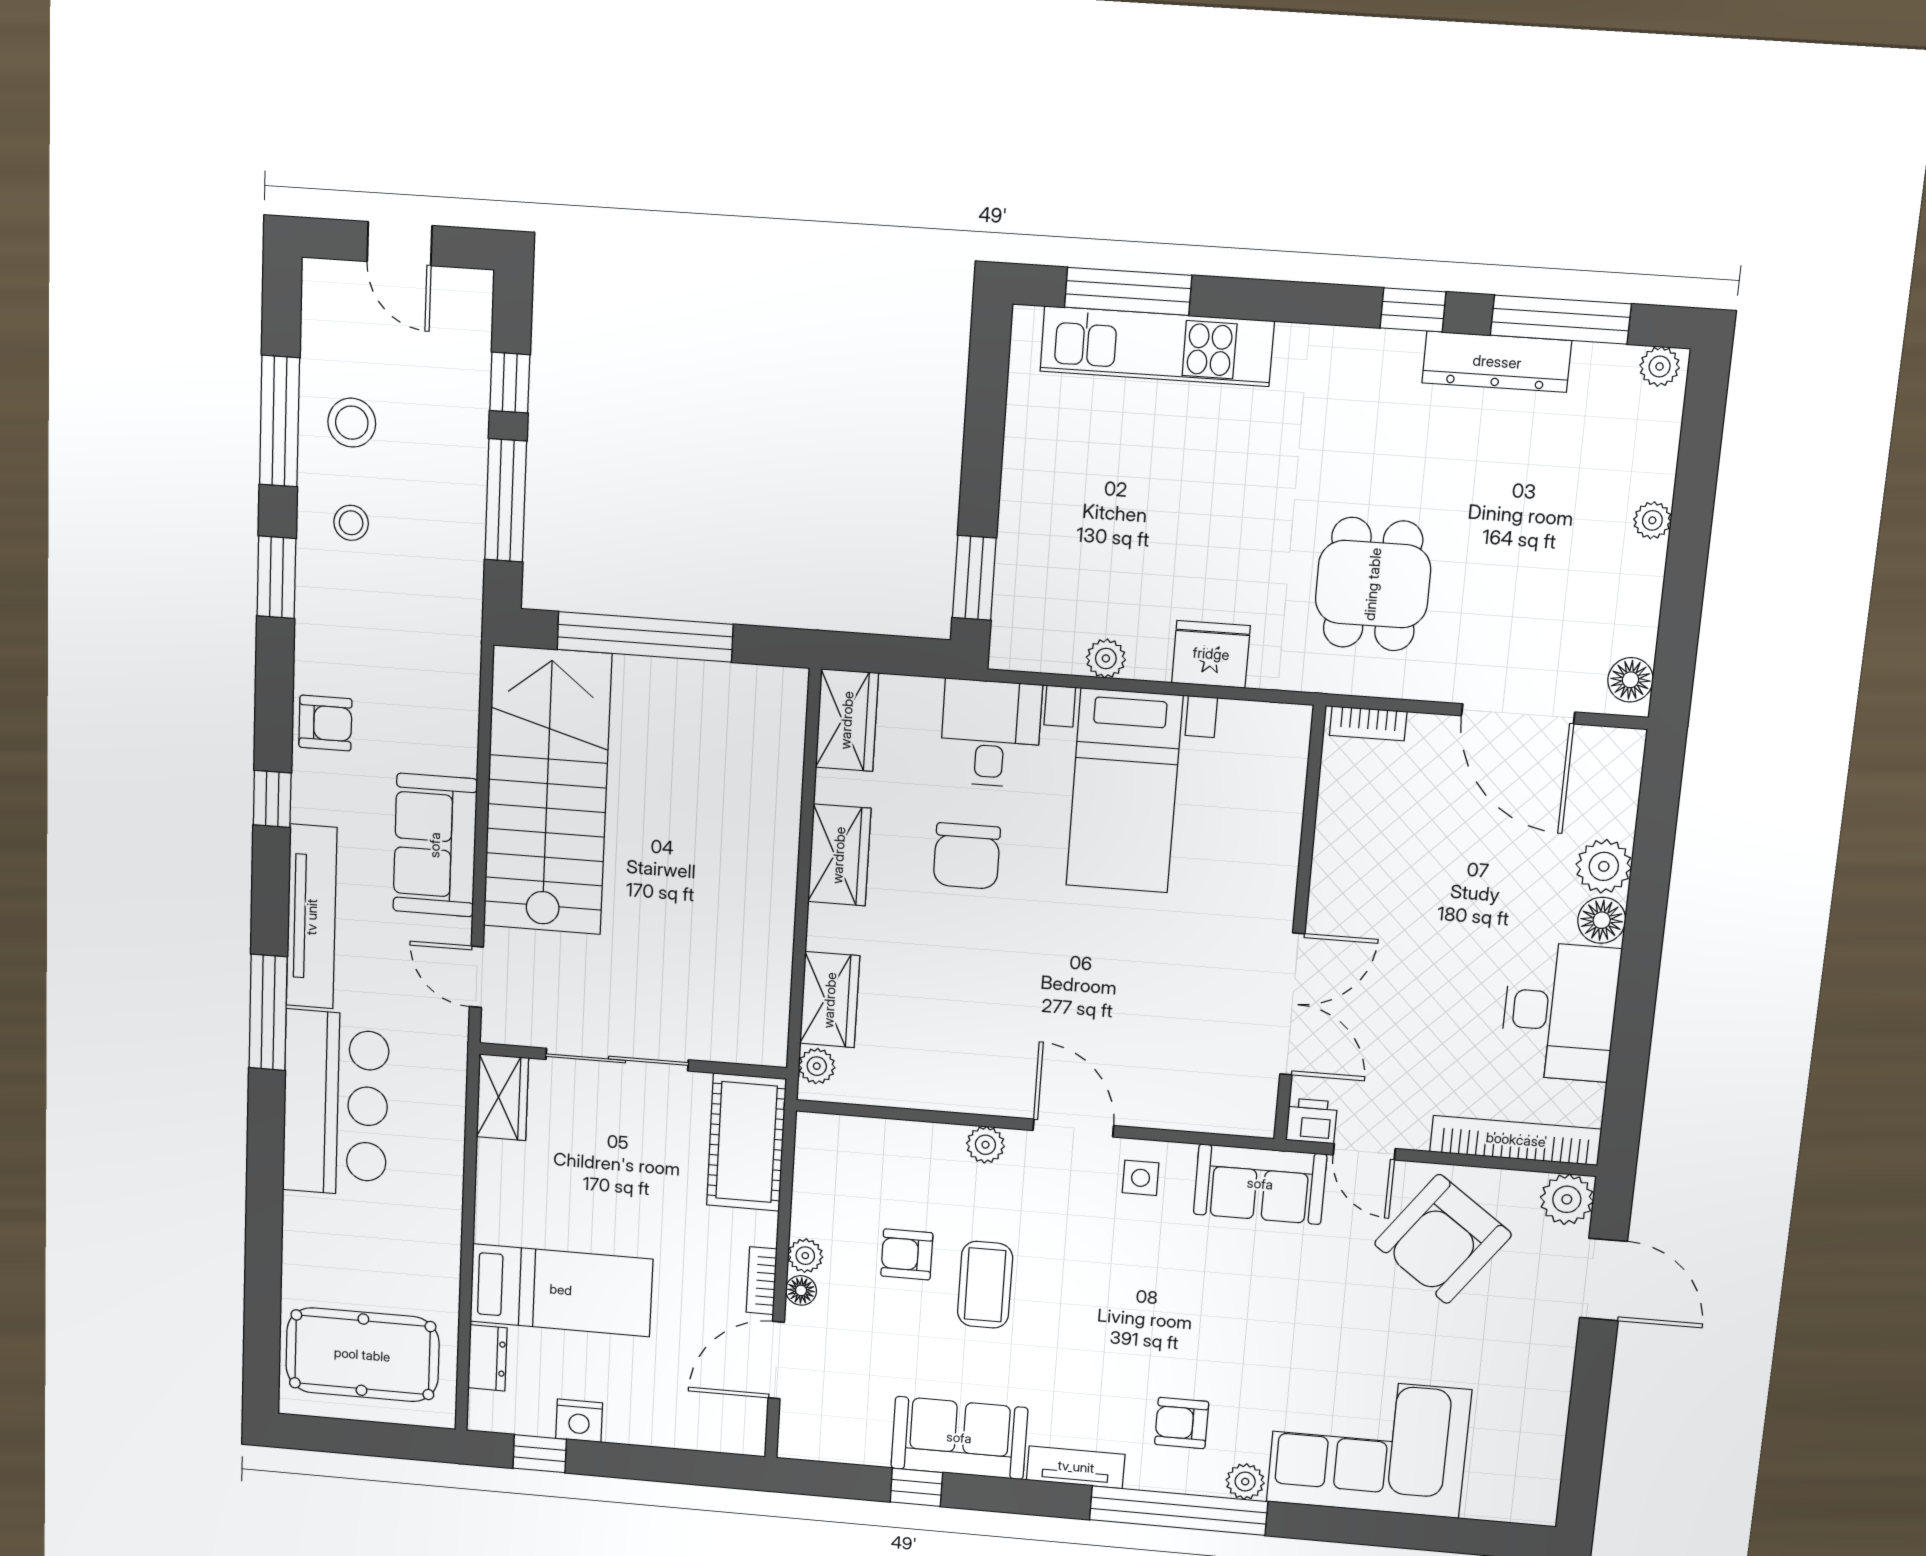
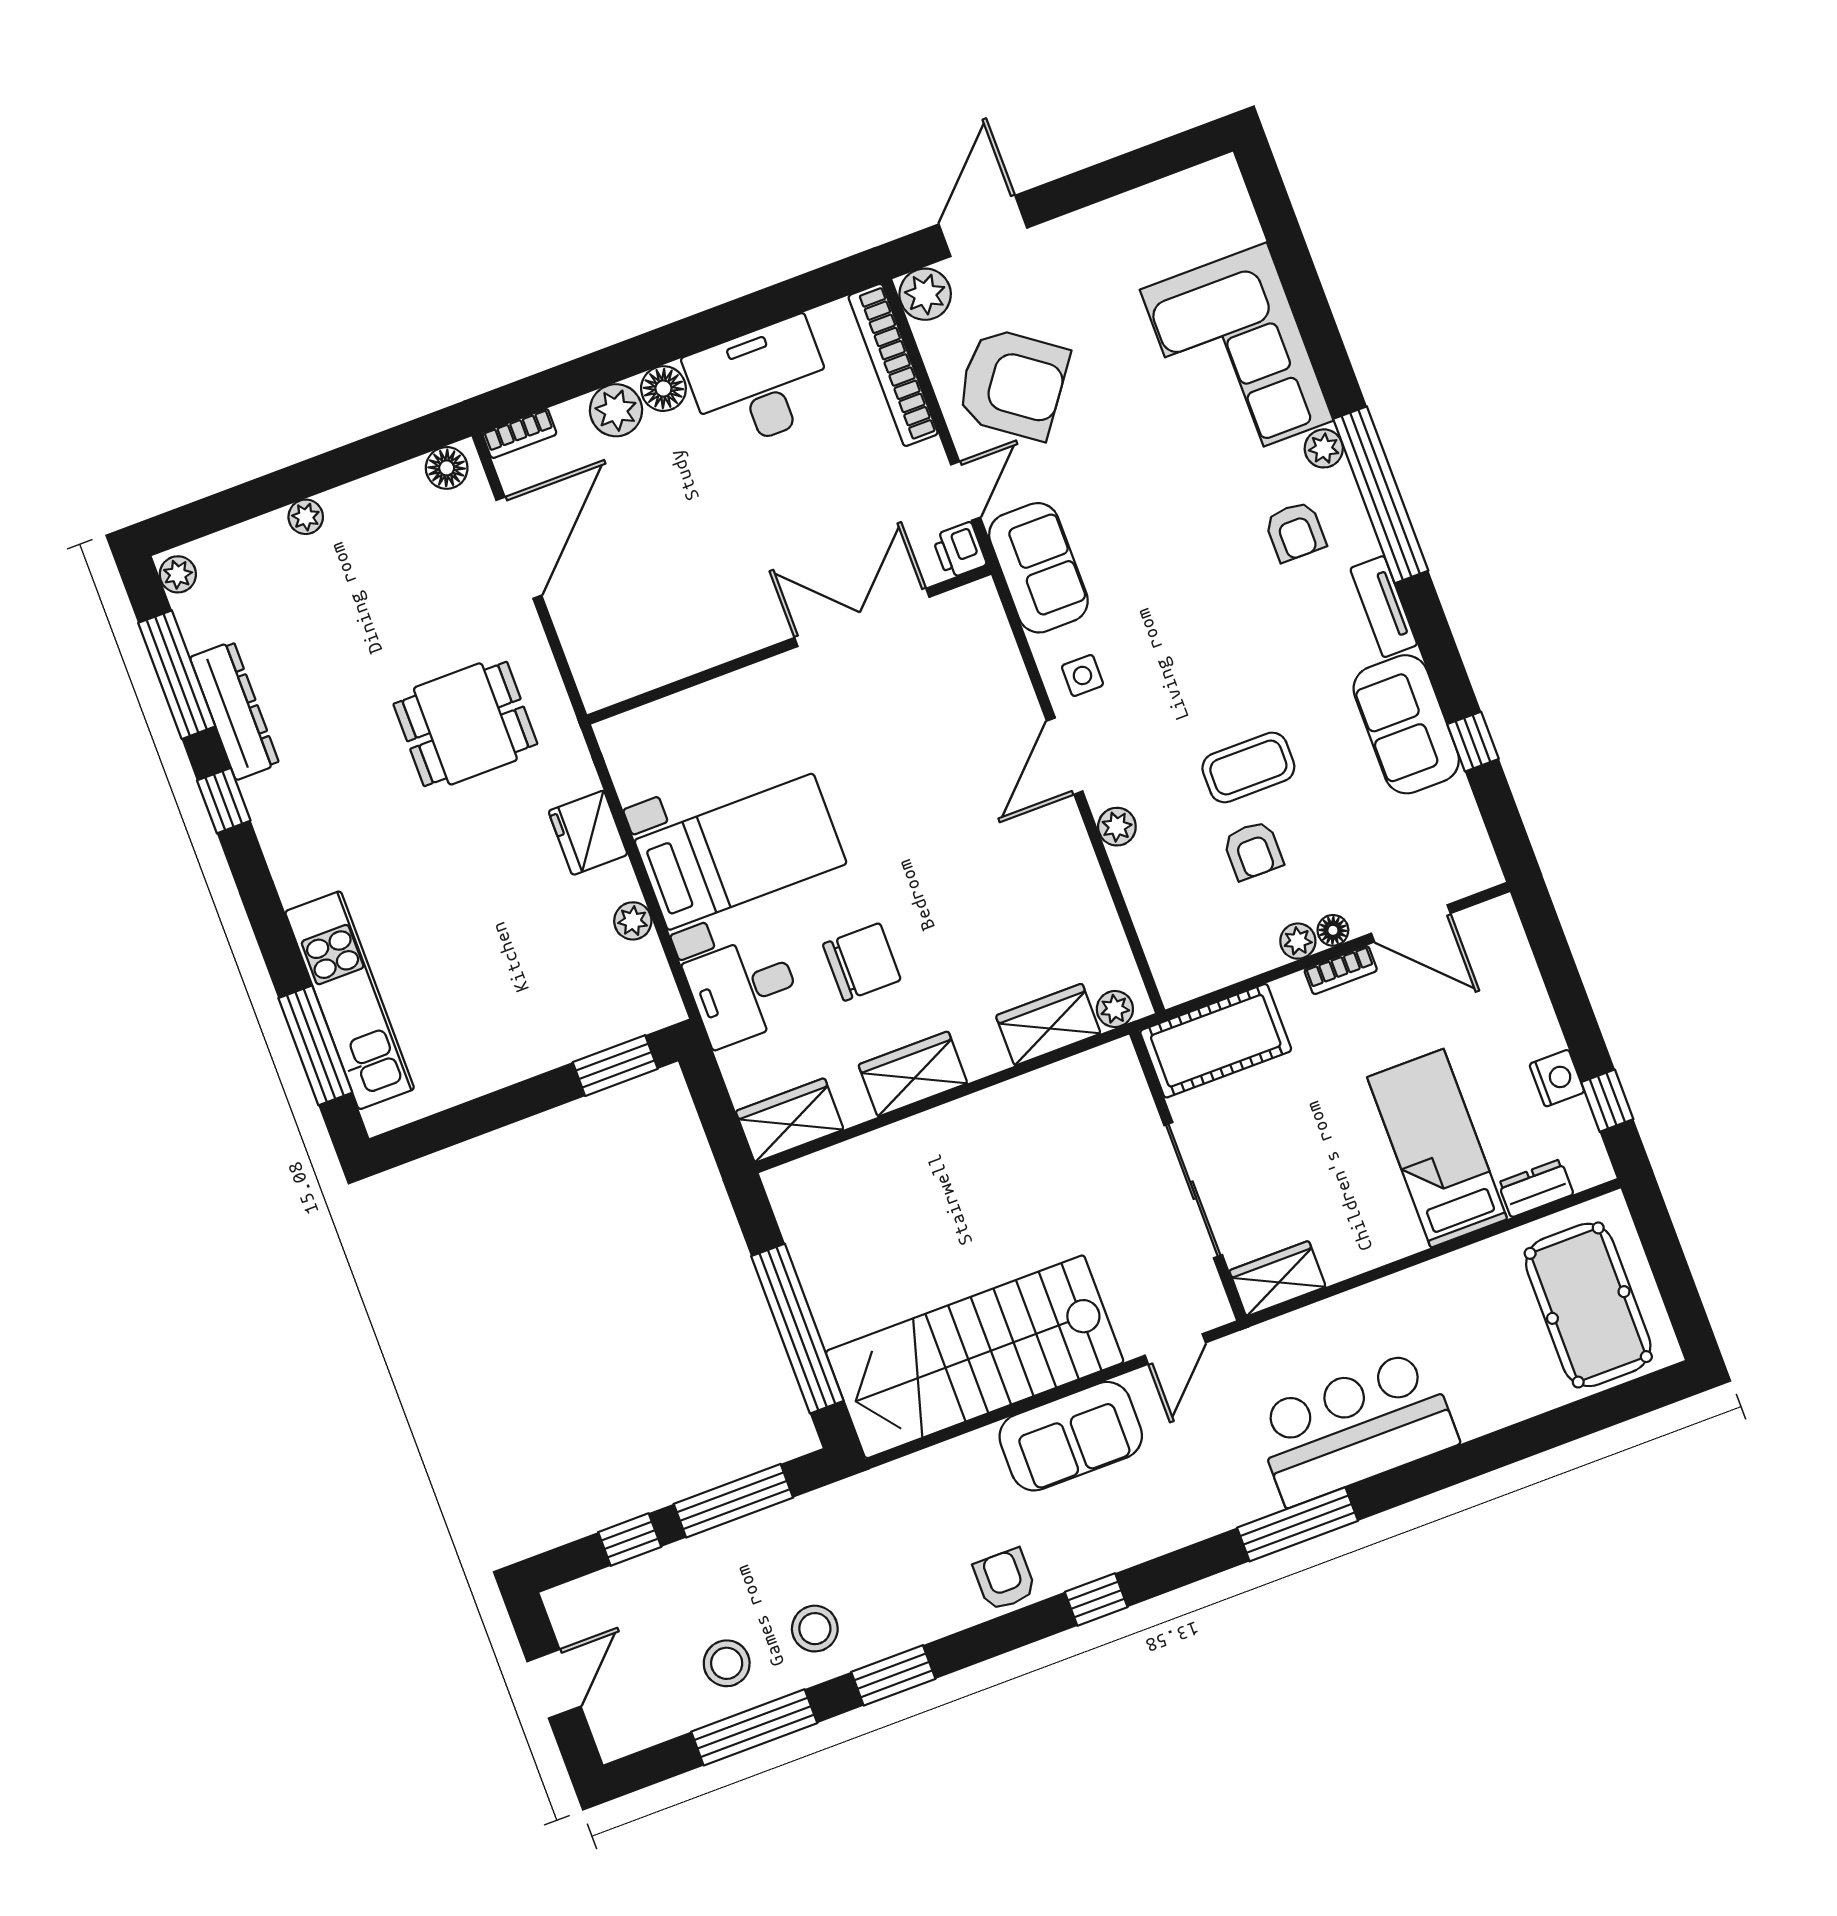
stool: (351, 523) -> (815, 1629), width x1.37, depth x1.37
bookcase: (1368, 723) -> (519, 433), moved, turned 90
tv unit: (312, 917) -> (1189, 1521), removed

